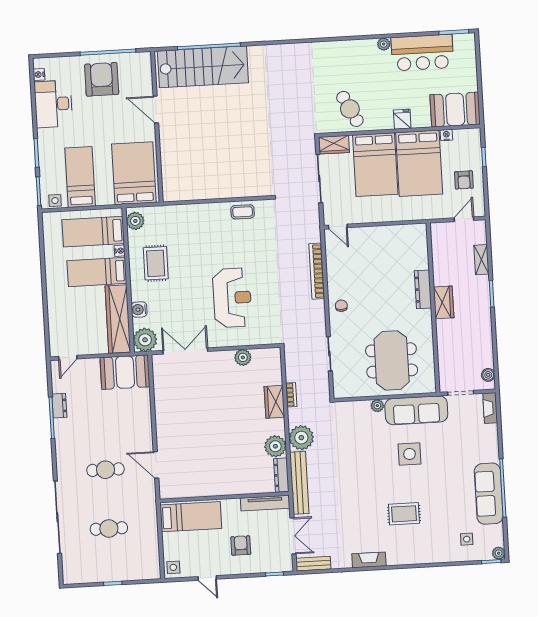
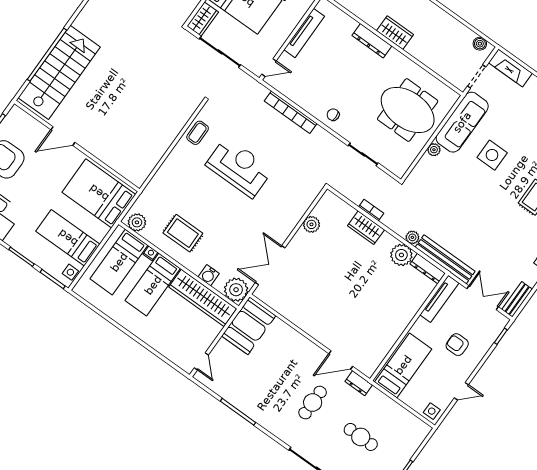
tv unit: (387, 232) -> (304, 33), added
reception desk: (232, 298) -> (239, 167), moved
dresser: (59, 406) -> (359, 383), moved, turned 180
fireplace: (490, 408) -> (510, 68), width x1.37, depth x1.32
plant: (301, 438) -> (412, 237), width x0.53, depth x0.53
cafe table: (109, 529) -> (361, 437), turned 90

